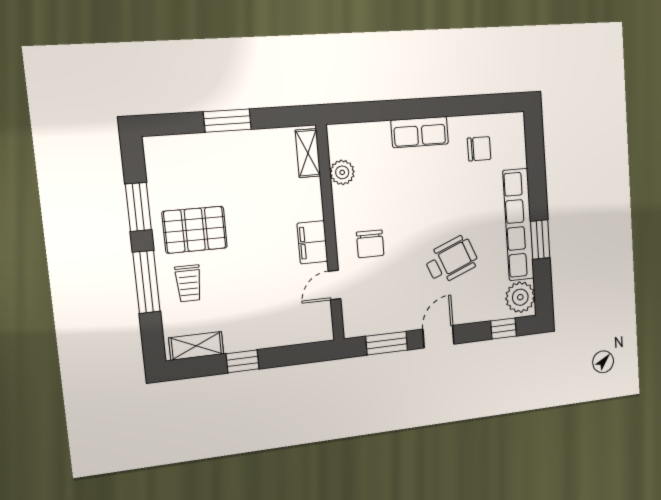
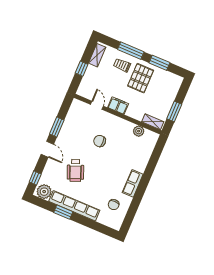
shelving: (308, 153) -> (153, 122), moved
plant: (342, 172) -> (139, 131), moved
wall: (330, 234) -> (118, 114), moved
filing cabinet: (312, 242) -> (118, 106), moved
door: (334, 285) -> (97, 105), moved

